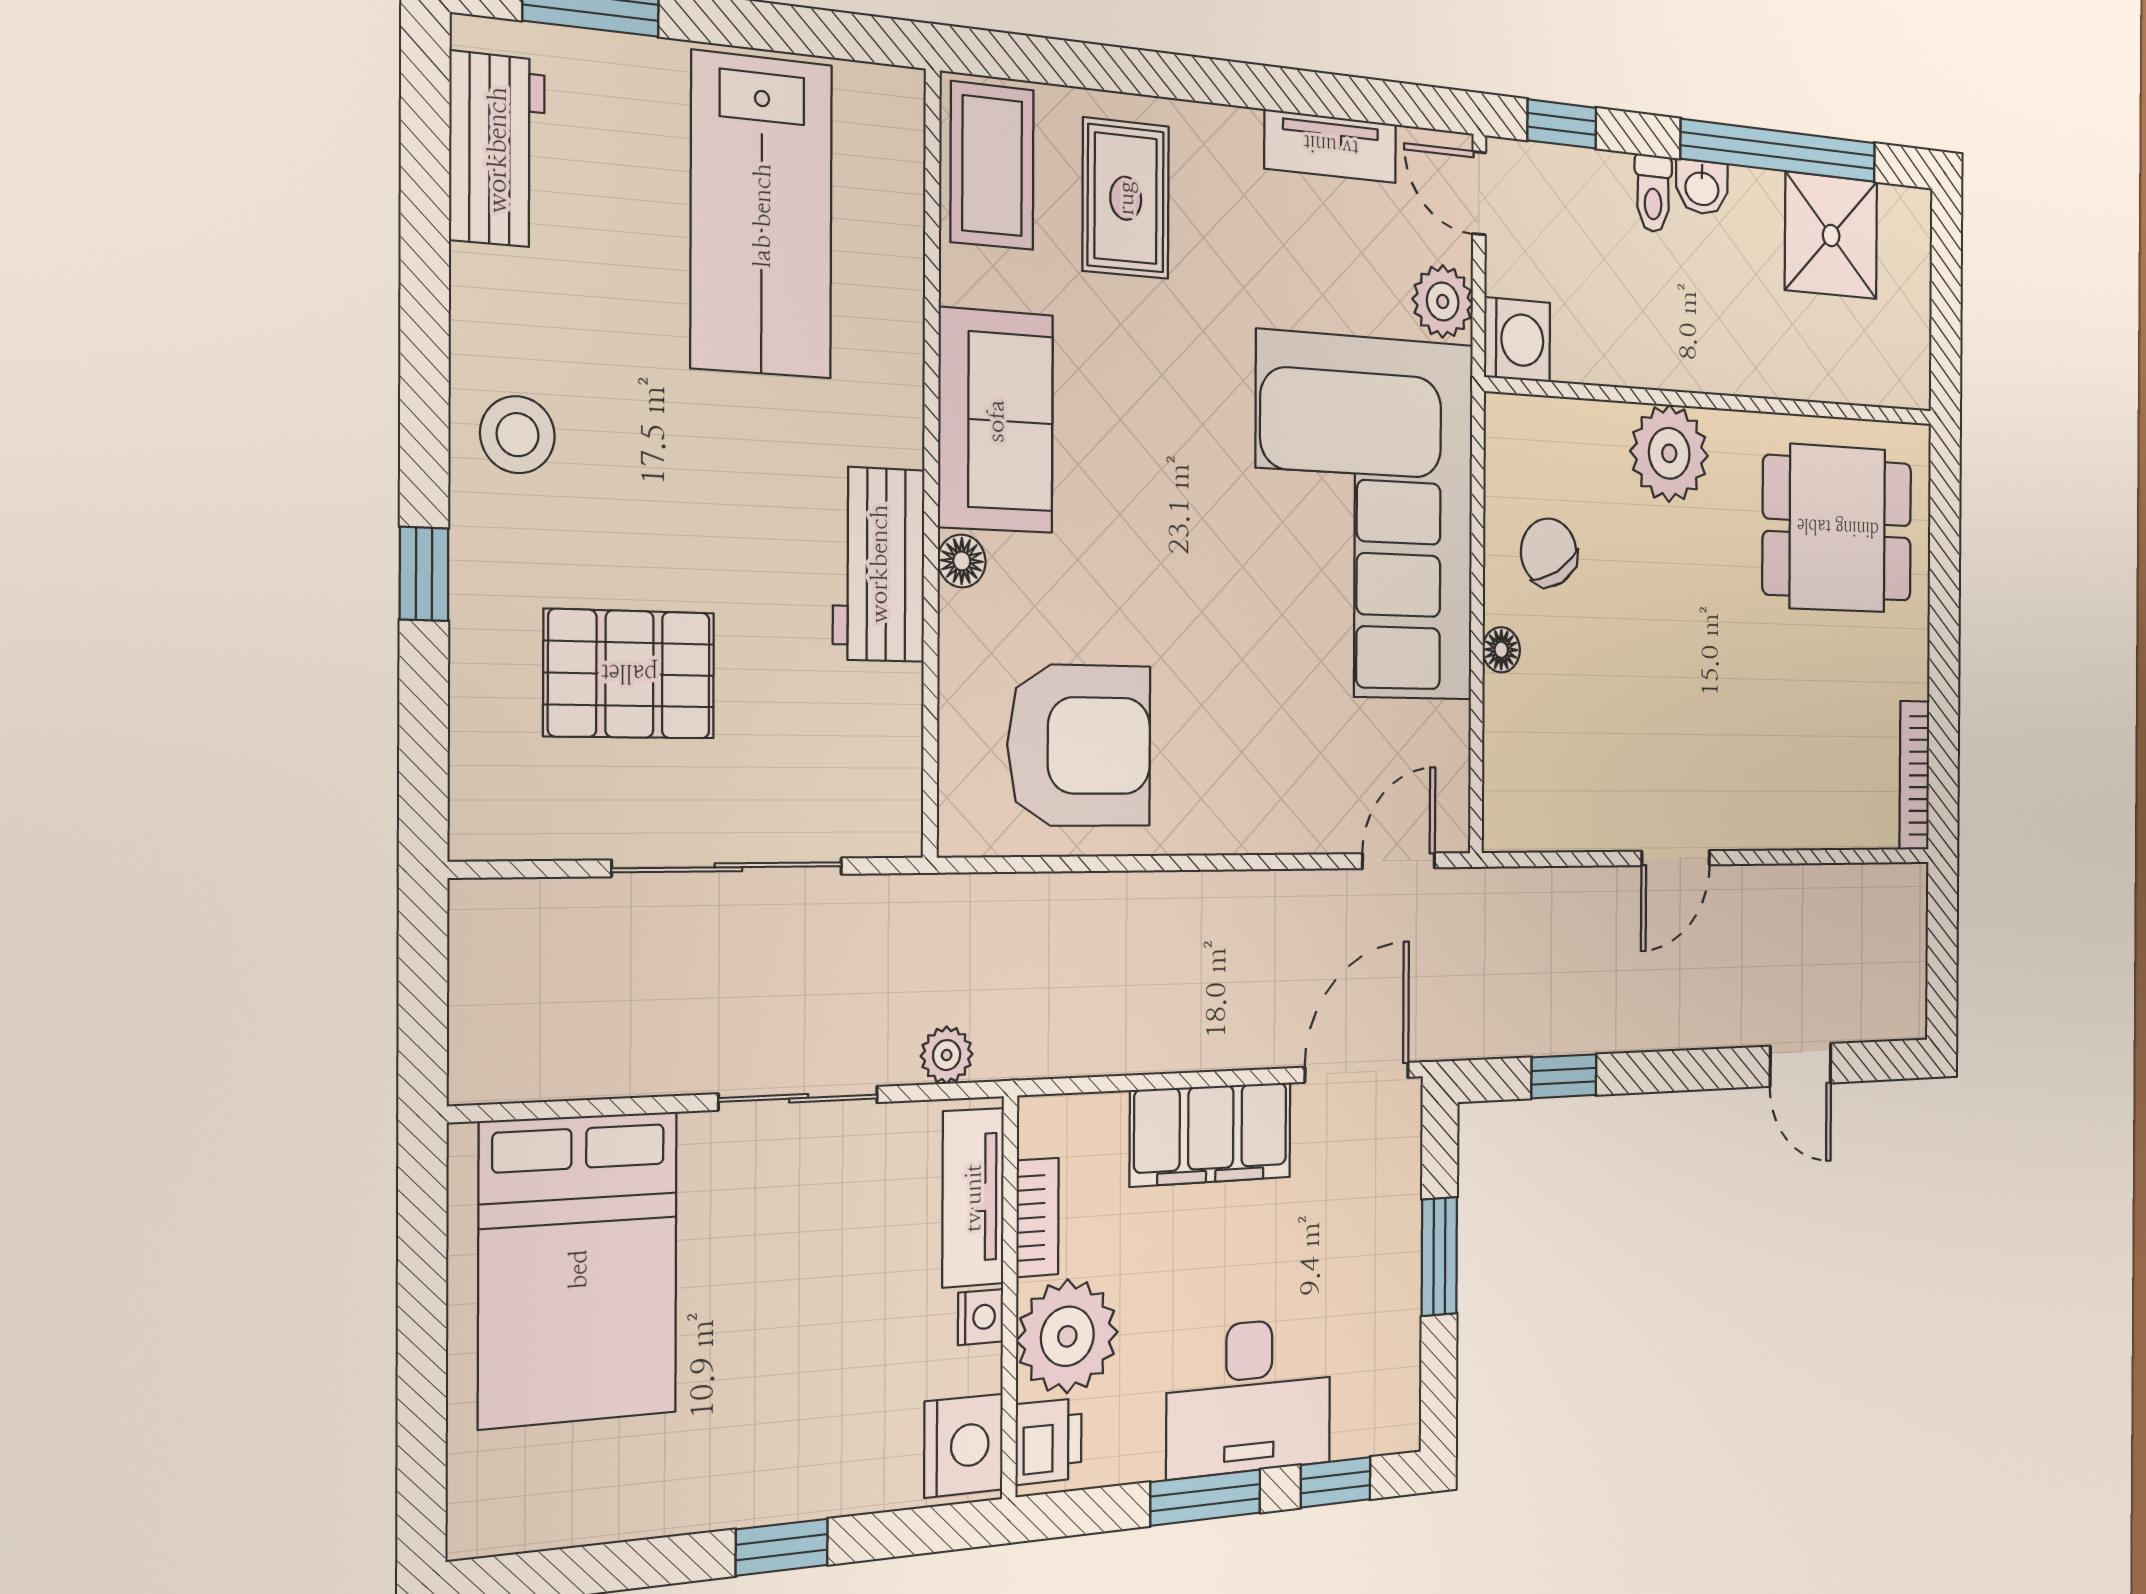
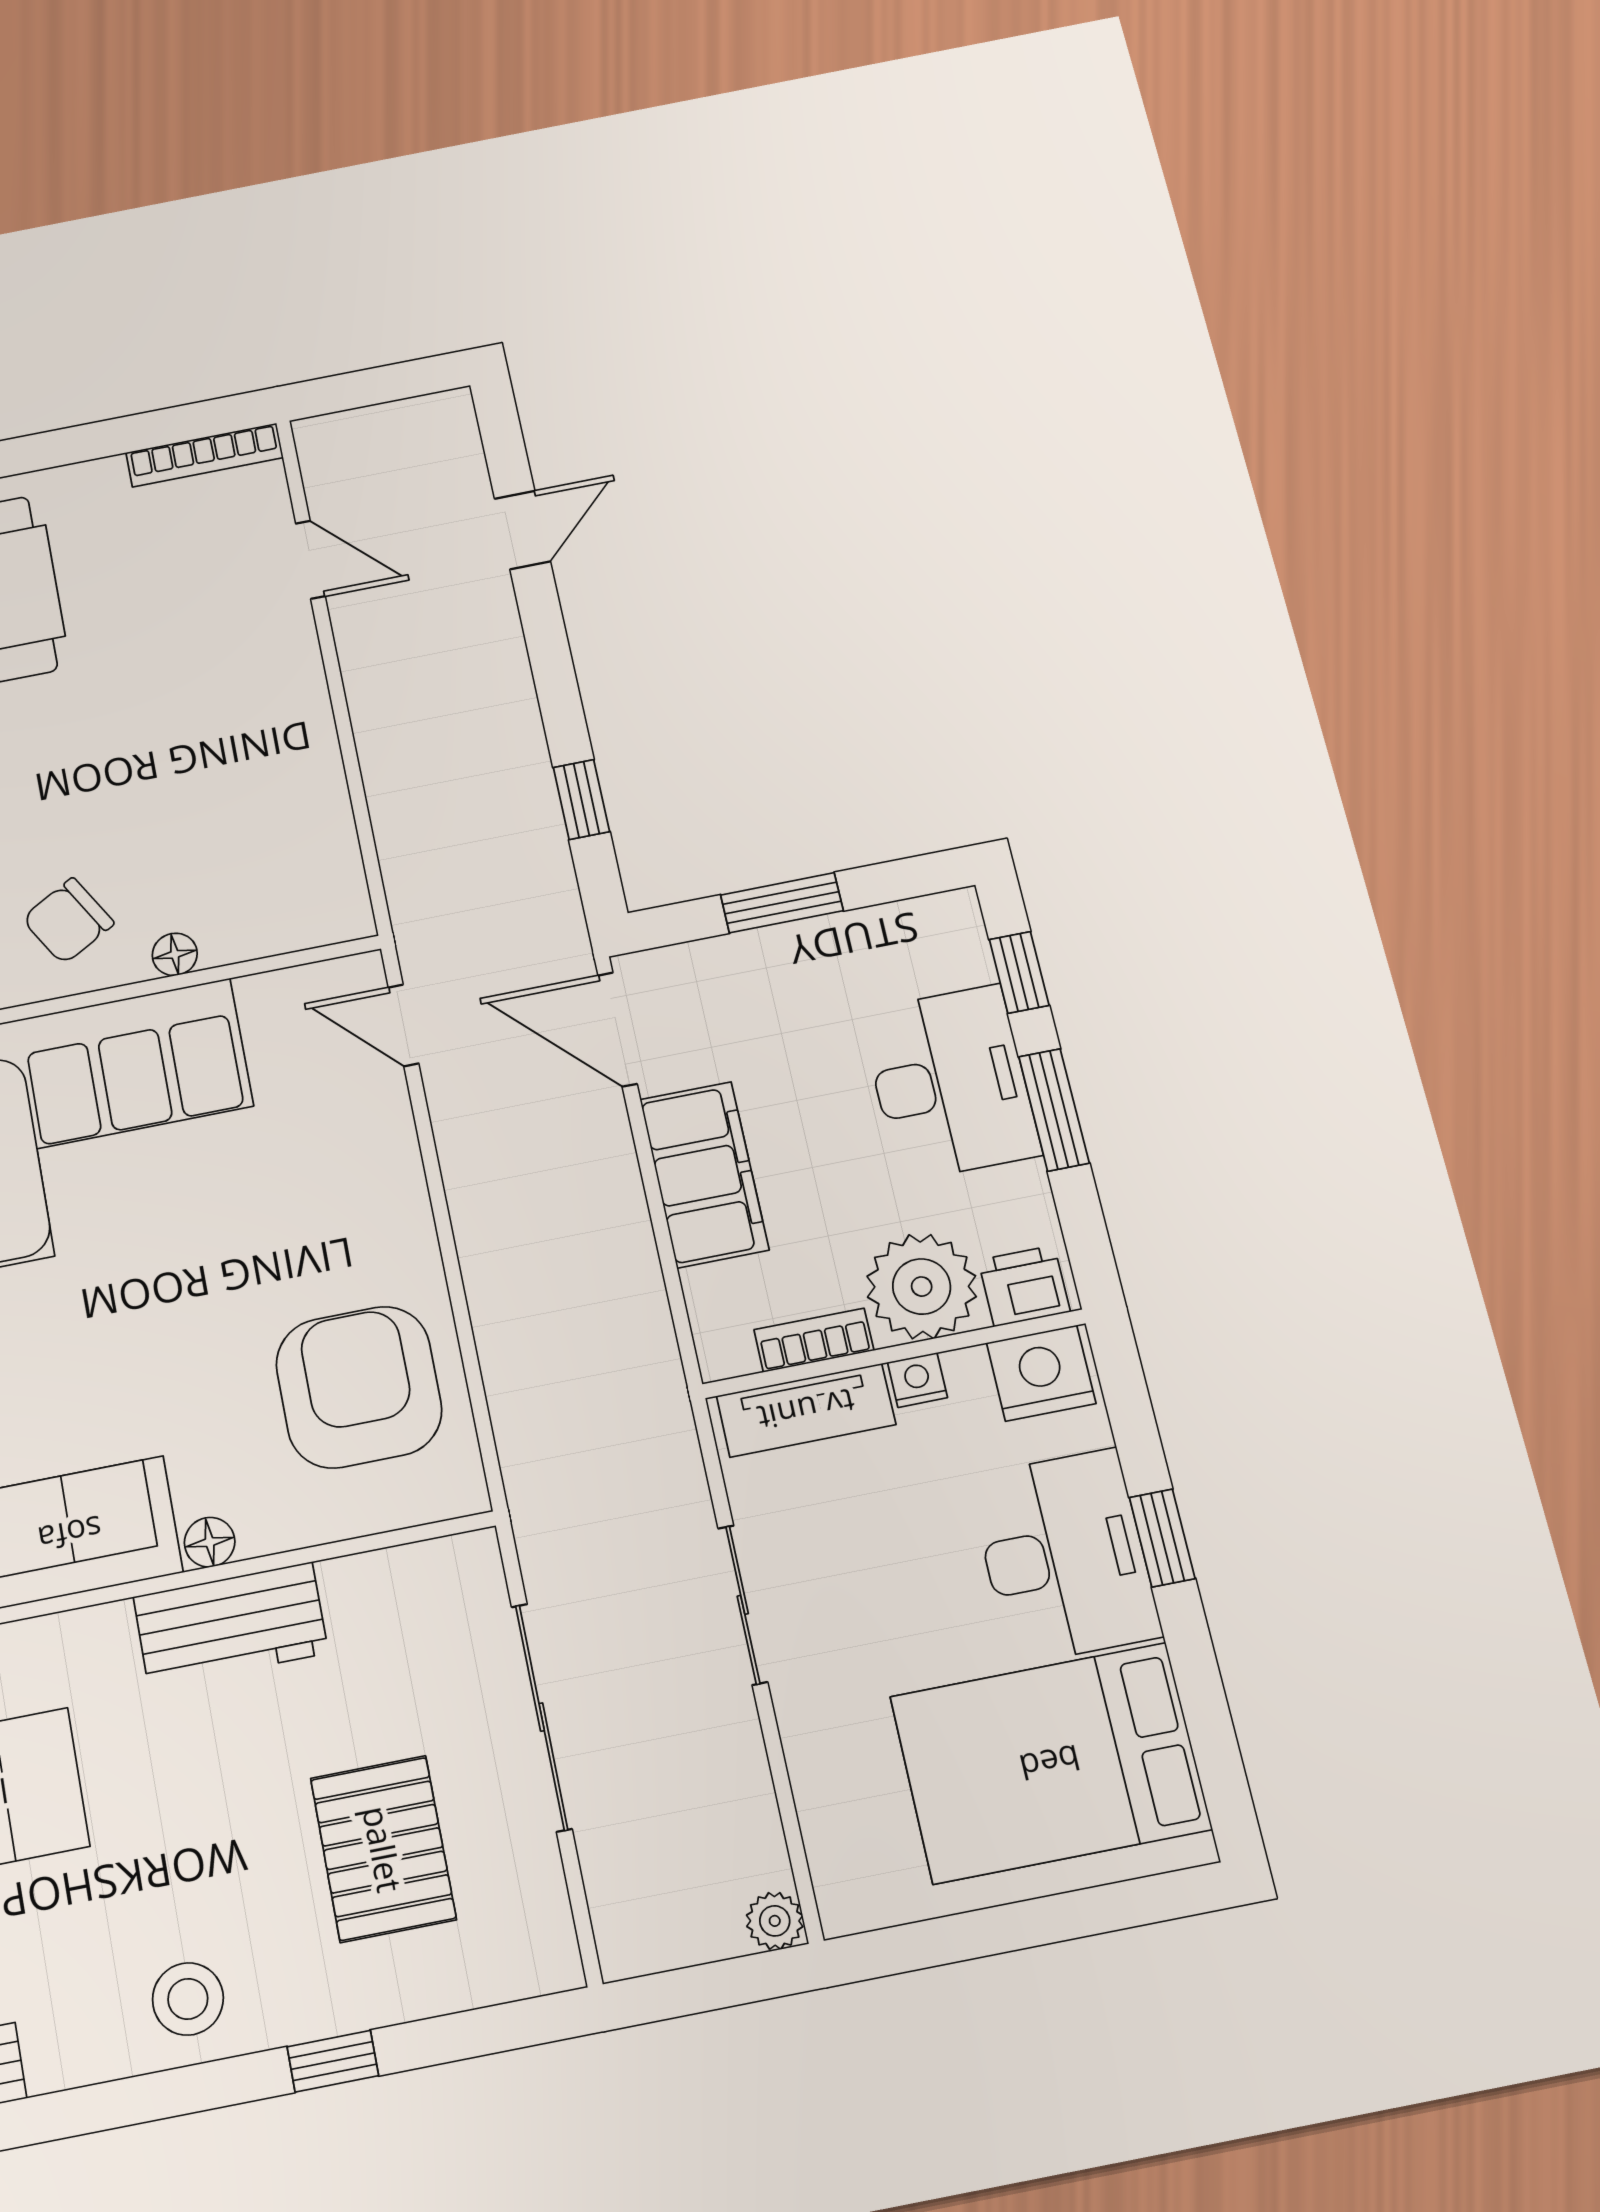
door: (1676, 858) -> (310, 560), moved
plant: (947, 1055) -> (775, 1921), moved
bed: (578, 1269) -> (1050, 1763), moved, turned 180
desk: (783, 1442) -> (1064, 1556), added

